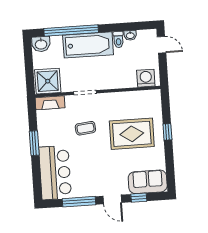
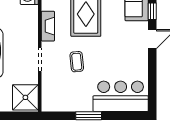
fireplace: (50, 103) -> (48, 26), moved
window: (79, 202) -> (152, 74), removed

